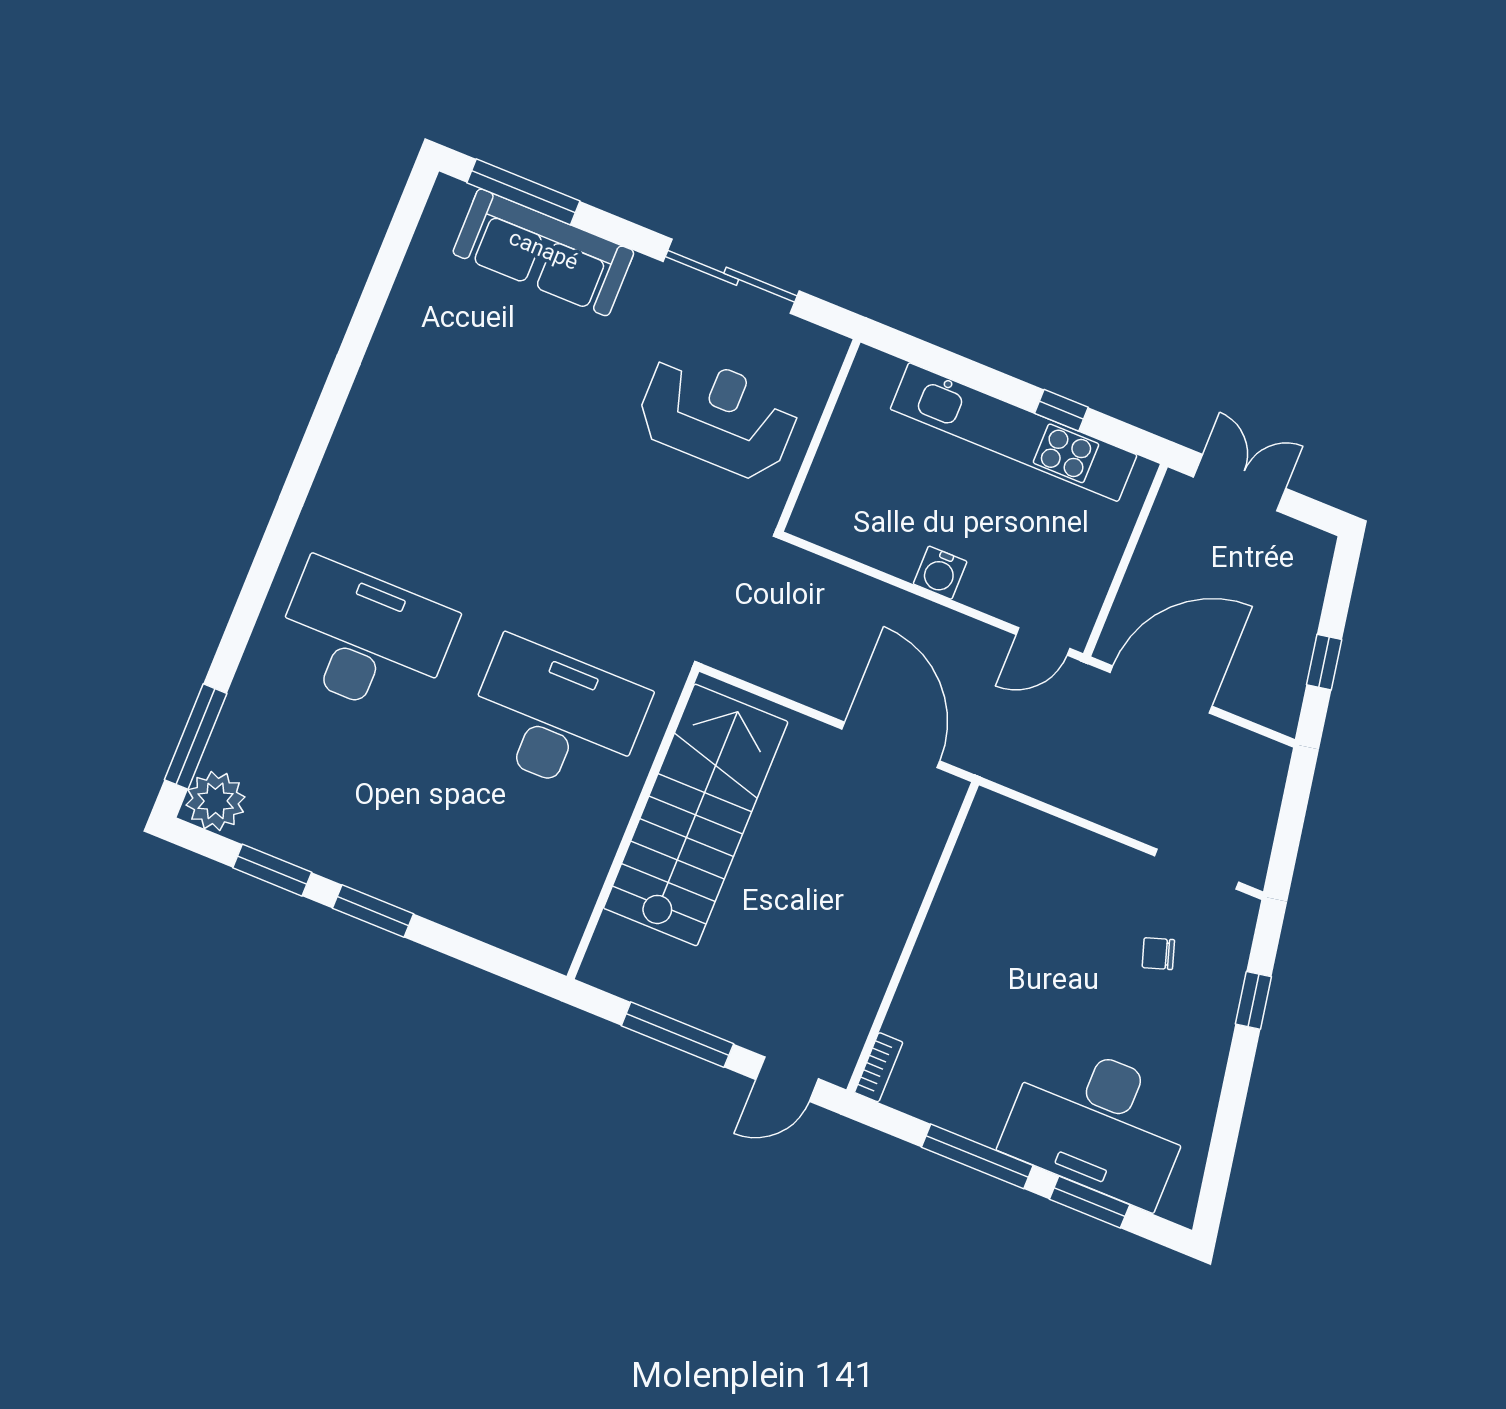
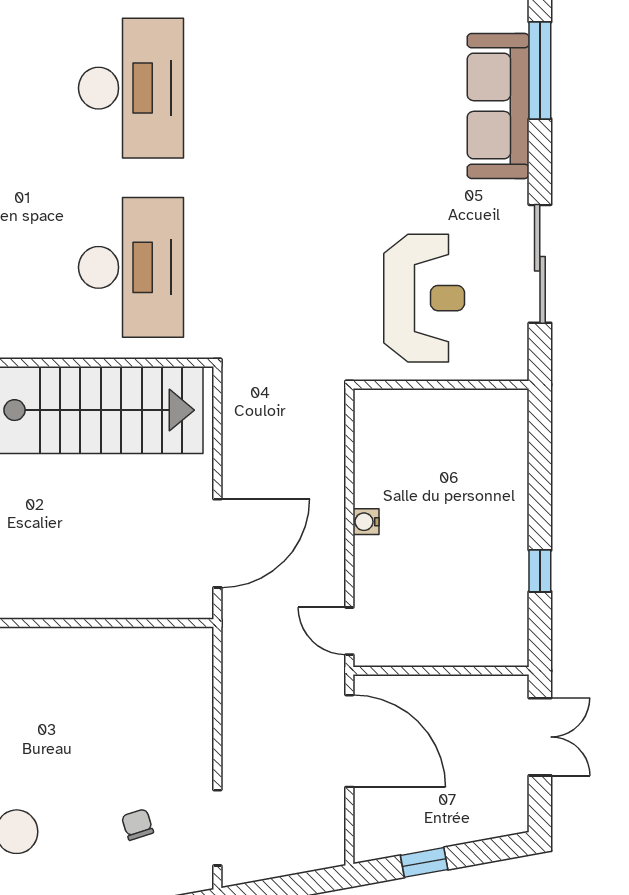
kitchen unit: (1014, 432) -> (507, 540), removed
water cooler: (940, 573) -> (366, 522), width x0.72, depth x0.72

